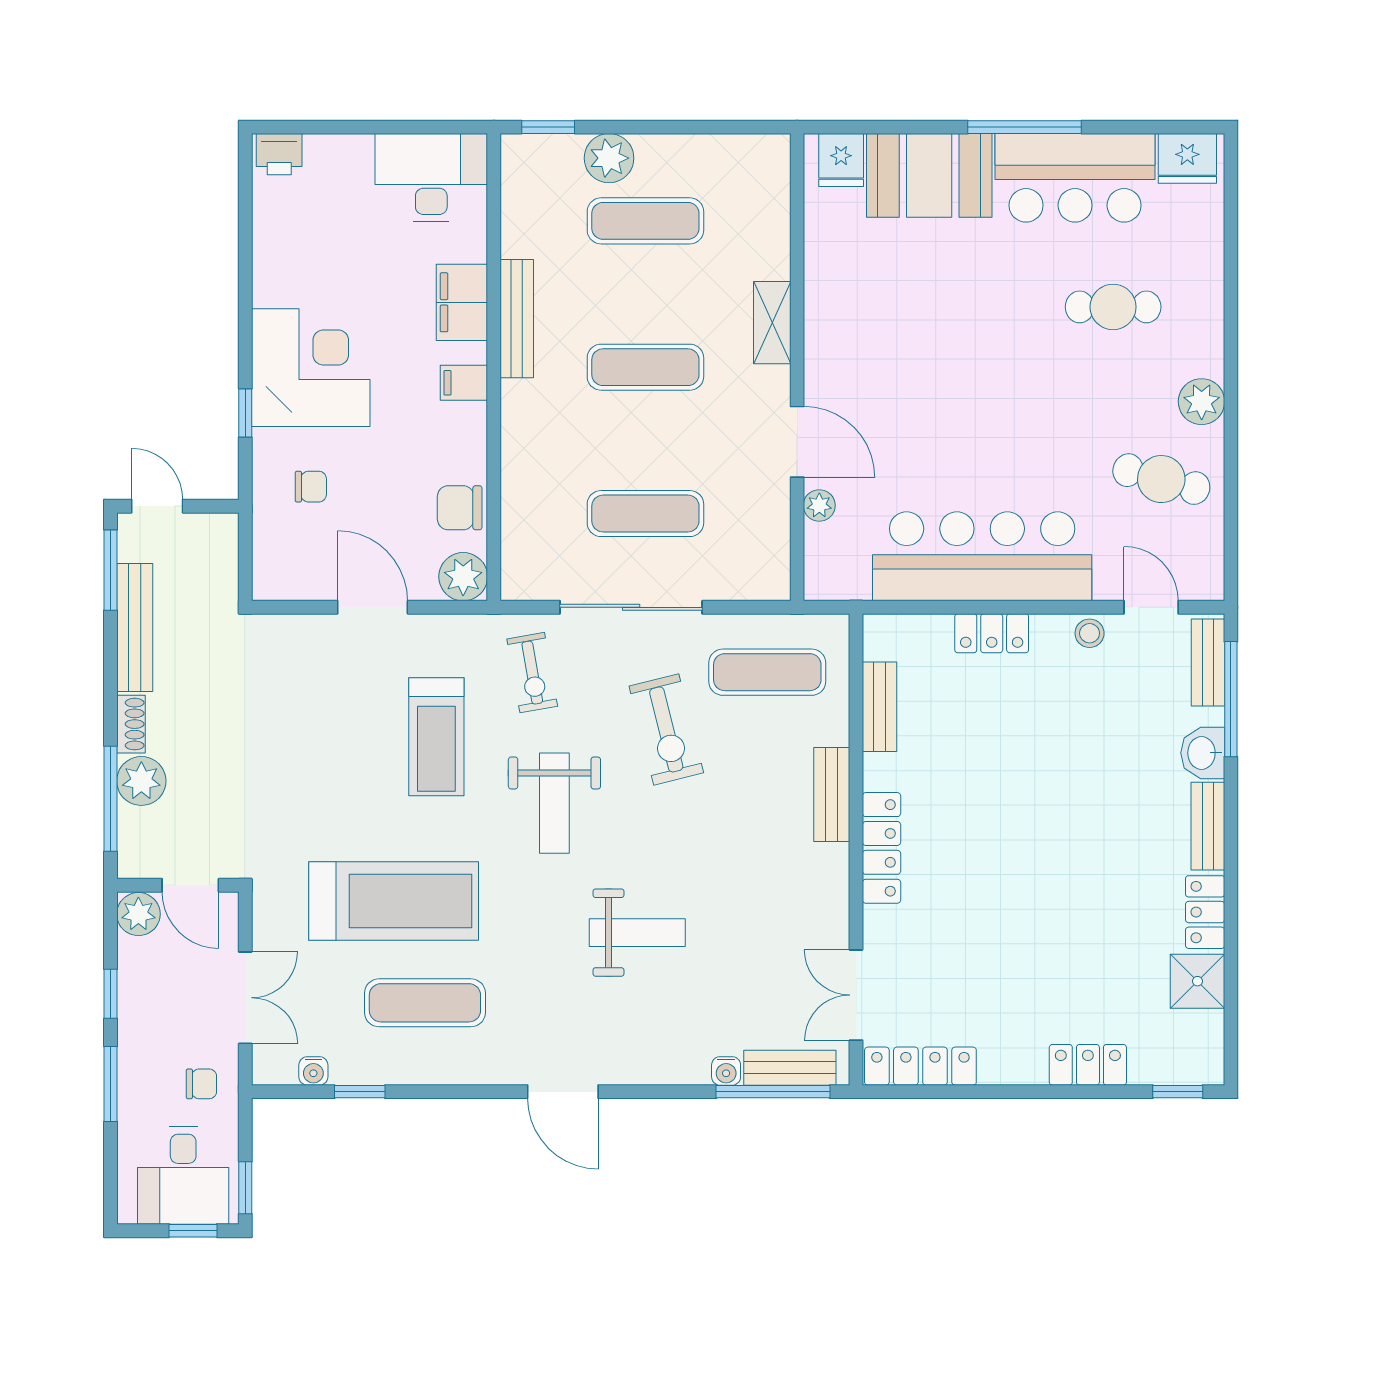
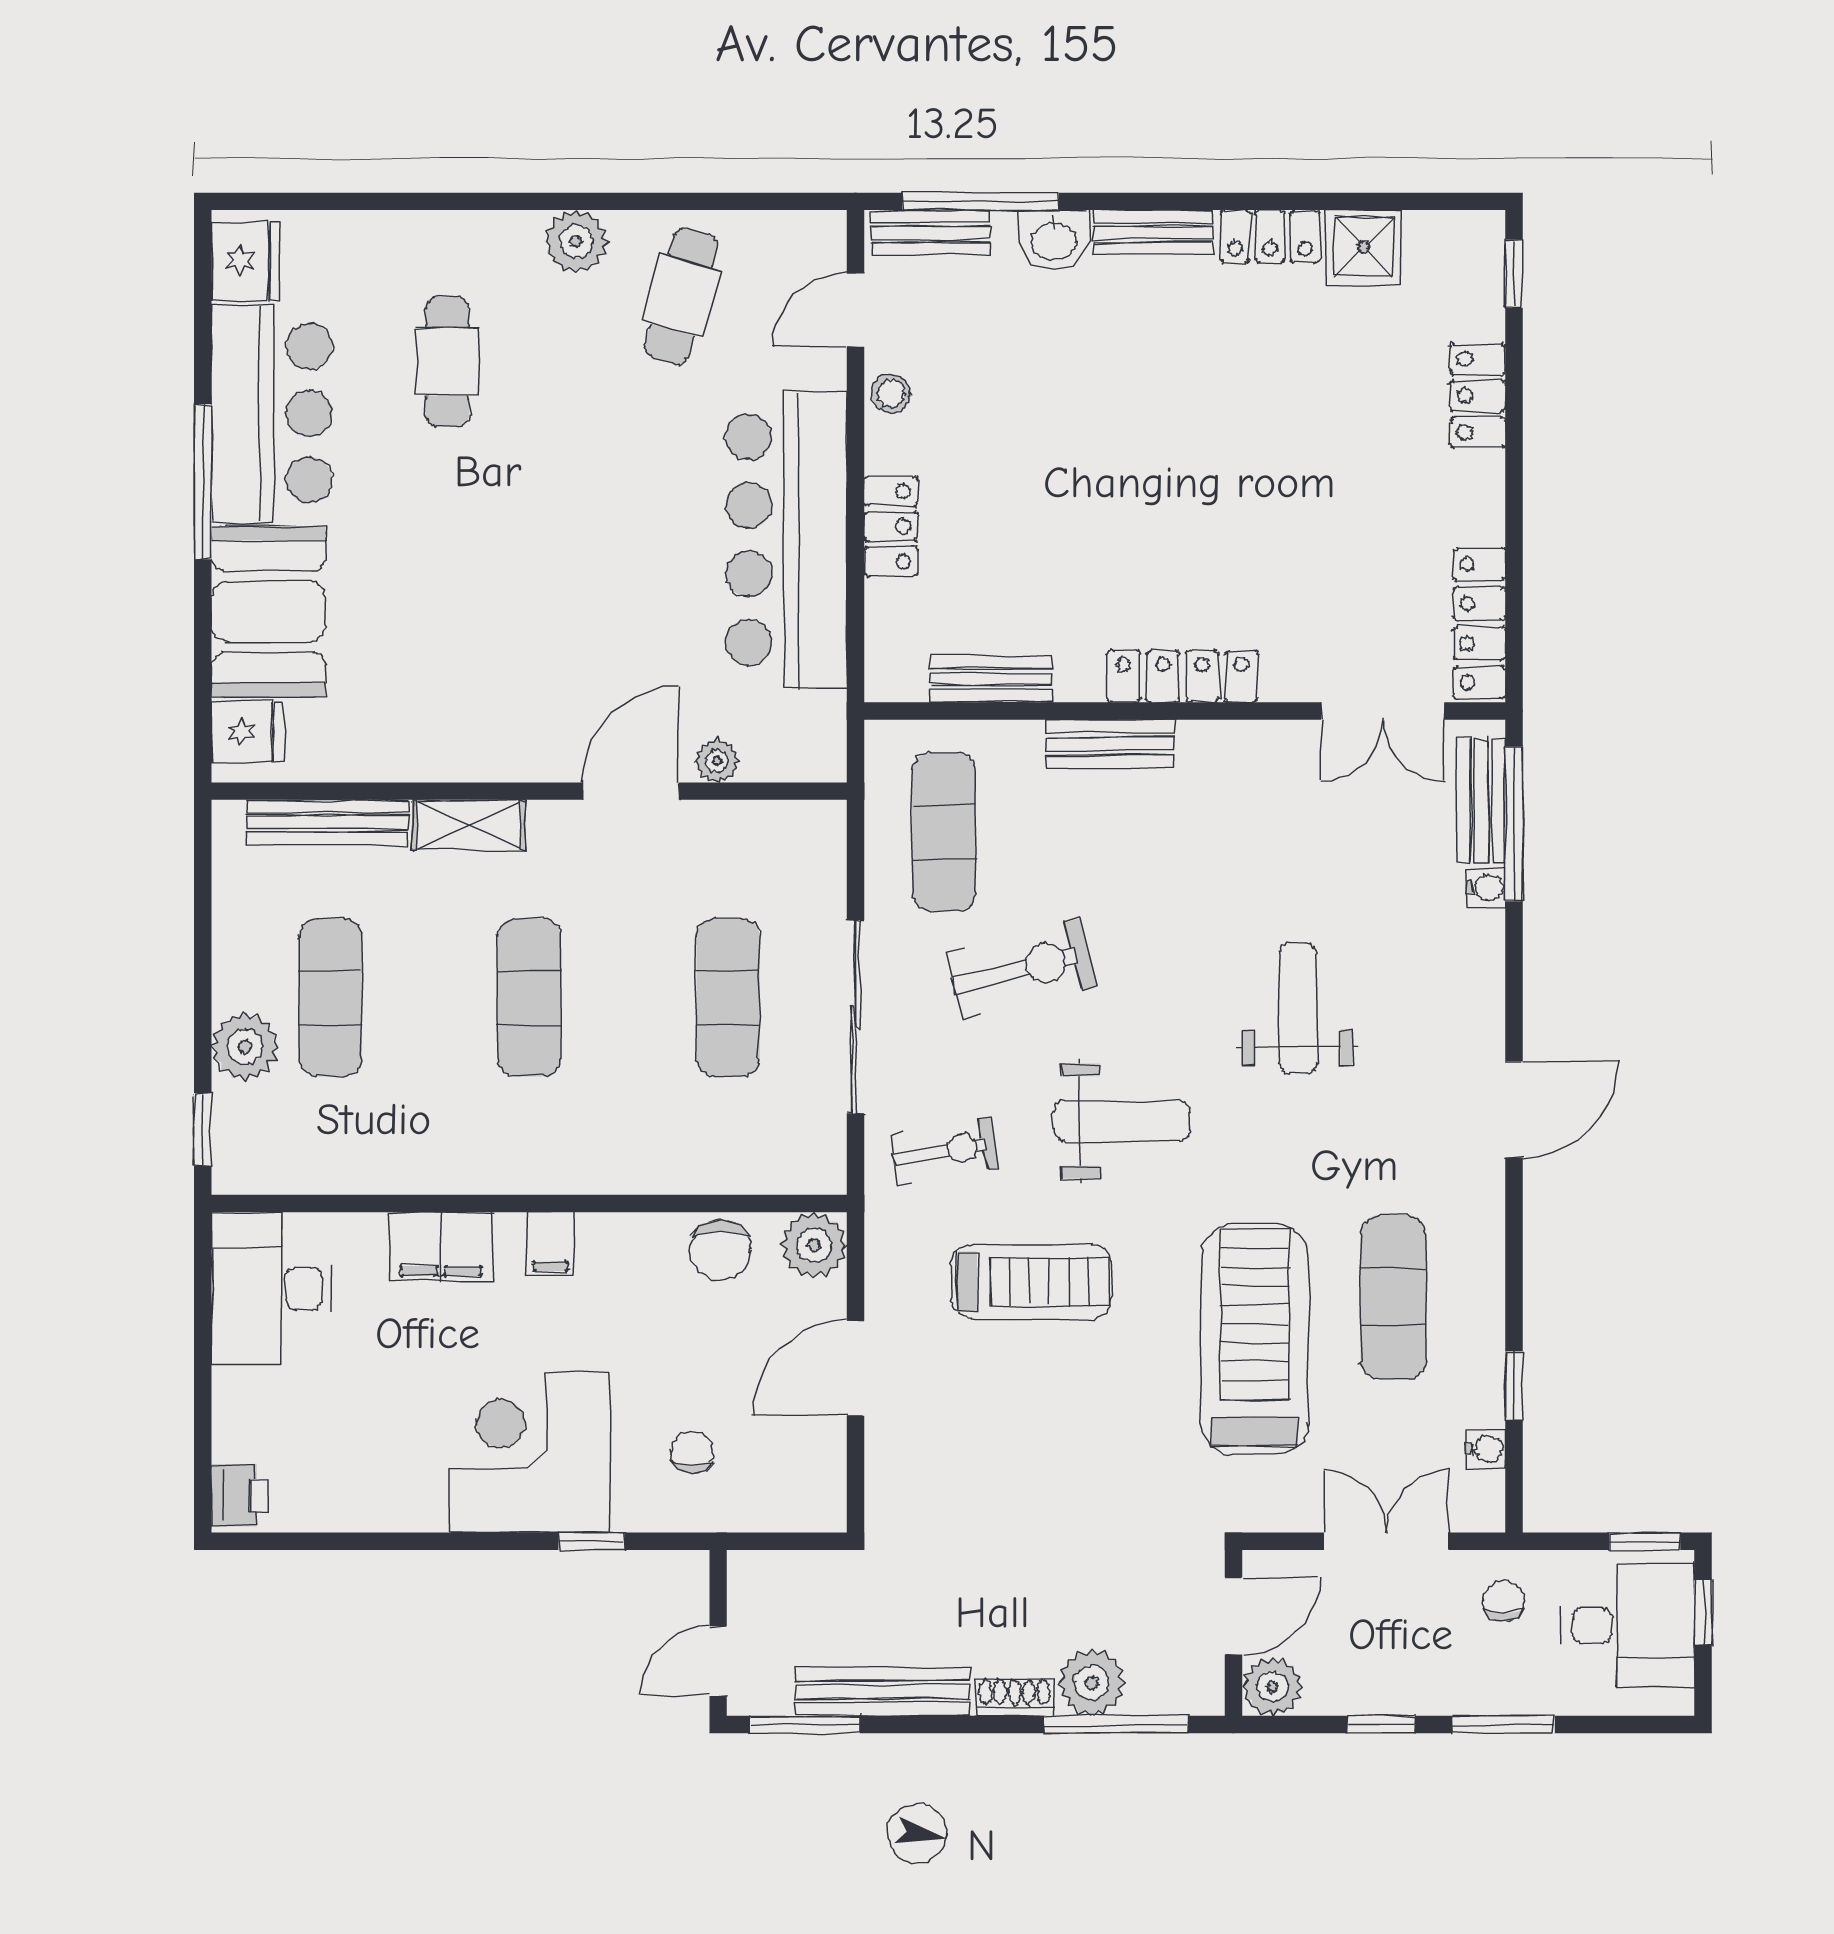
bench: (517, 319) -> (327, 822), moved

